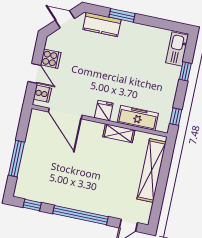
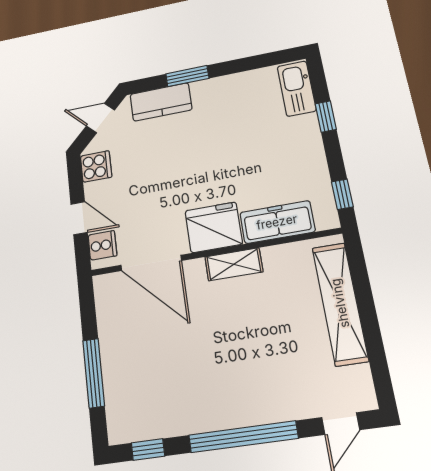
cooker: (51, 59) -> (96, 166), moved
fridge: (104, 111) -> (214, 227), width x1.88, depth x1.34
shelving: (119, 133) -> (234, 264), moved

